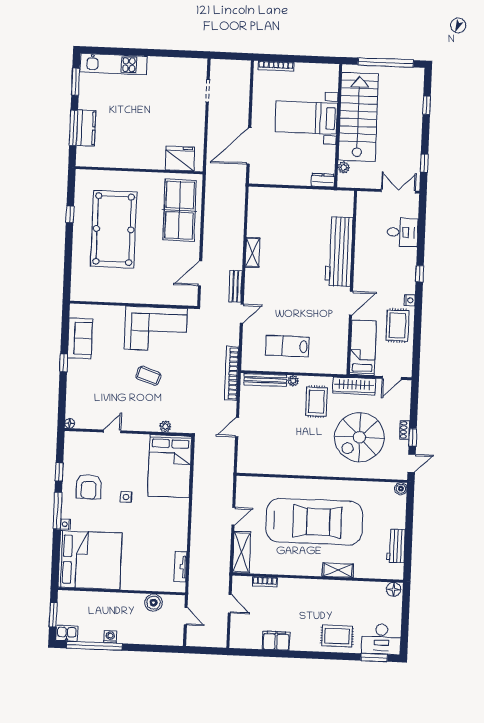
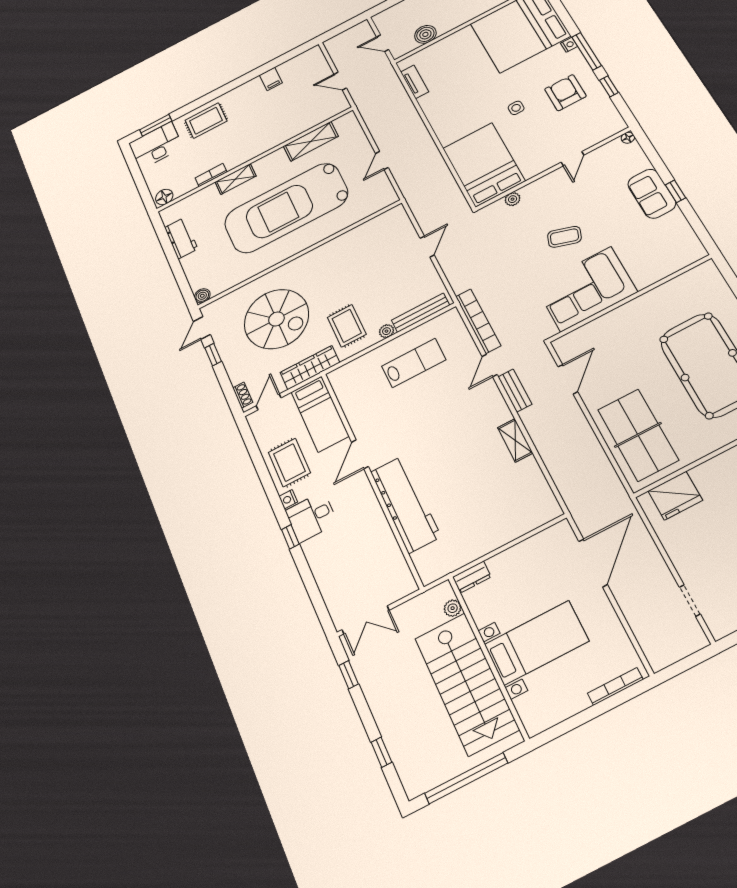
desk: (402, 232) -> (311, 517), moved
sofa: (80, 338) -> (652, 194), moved
bookcase: (232, 373) -> (478, 321), moved
shoe rack: (405, 430) -> (243, 395), moved
spiral stairs: (359, 437) -> (276, 319), turned 90
shelving: (242, 552) -> (311, 141), moved, turned 90
bookcase: (265, 582) -> (211, 175), moved
filing cabinet: (276, 641) -> (271, 79), width x0.50

